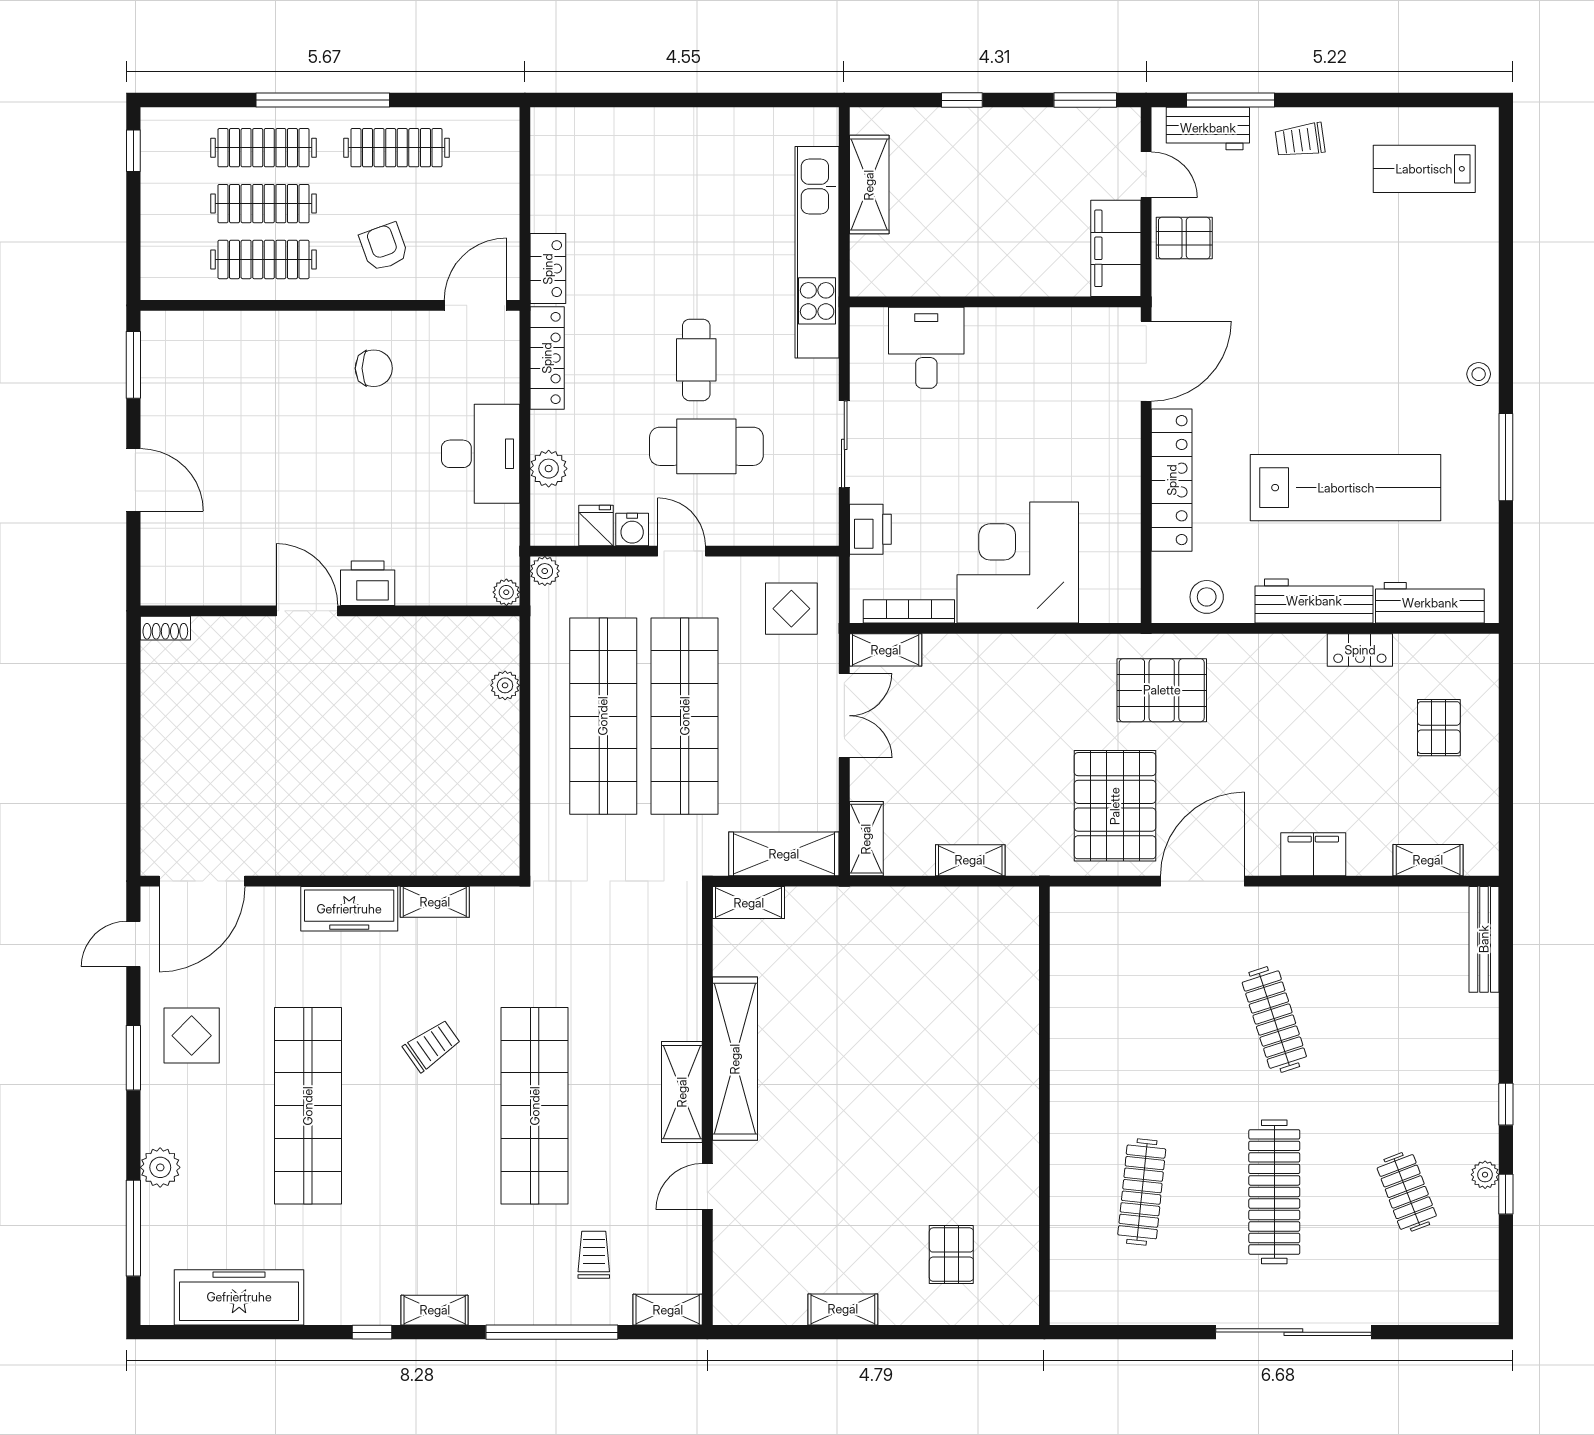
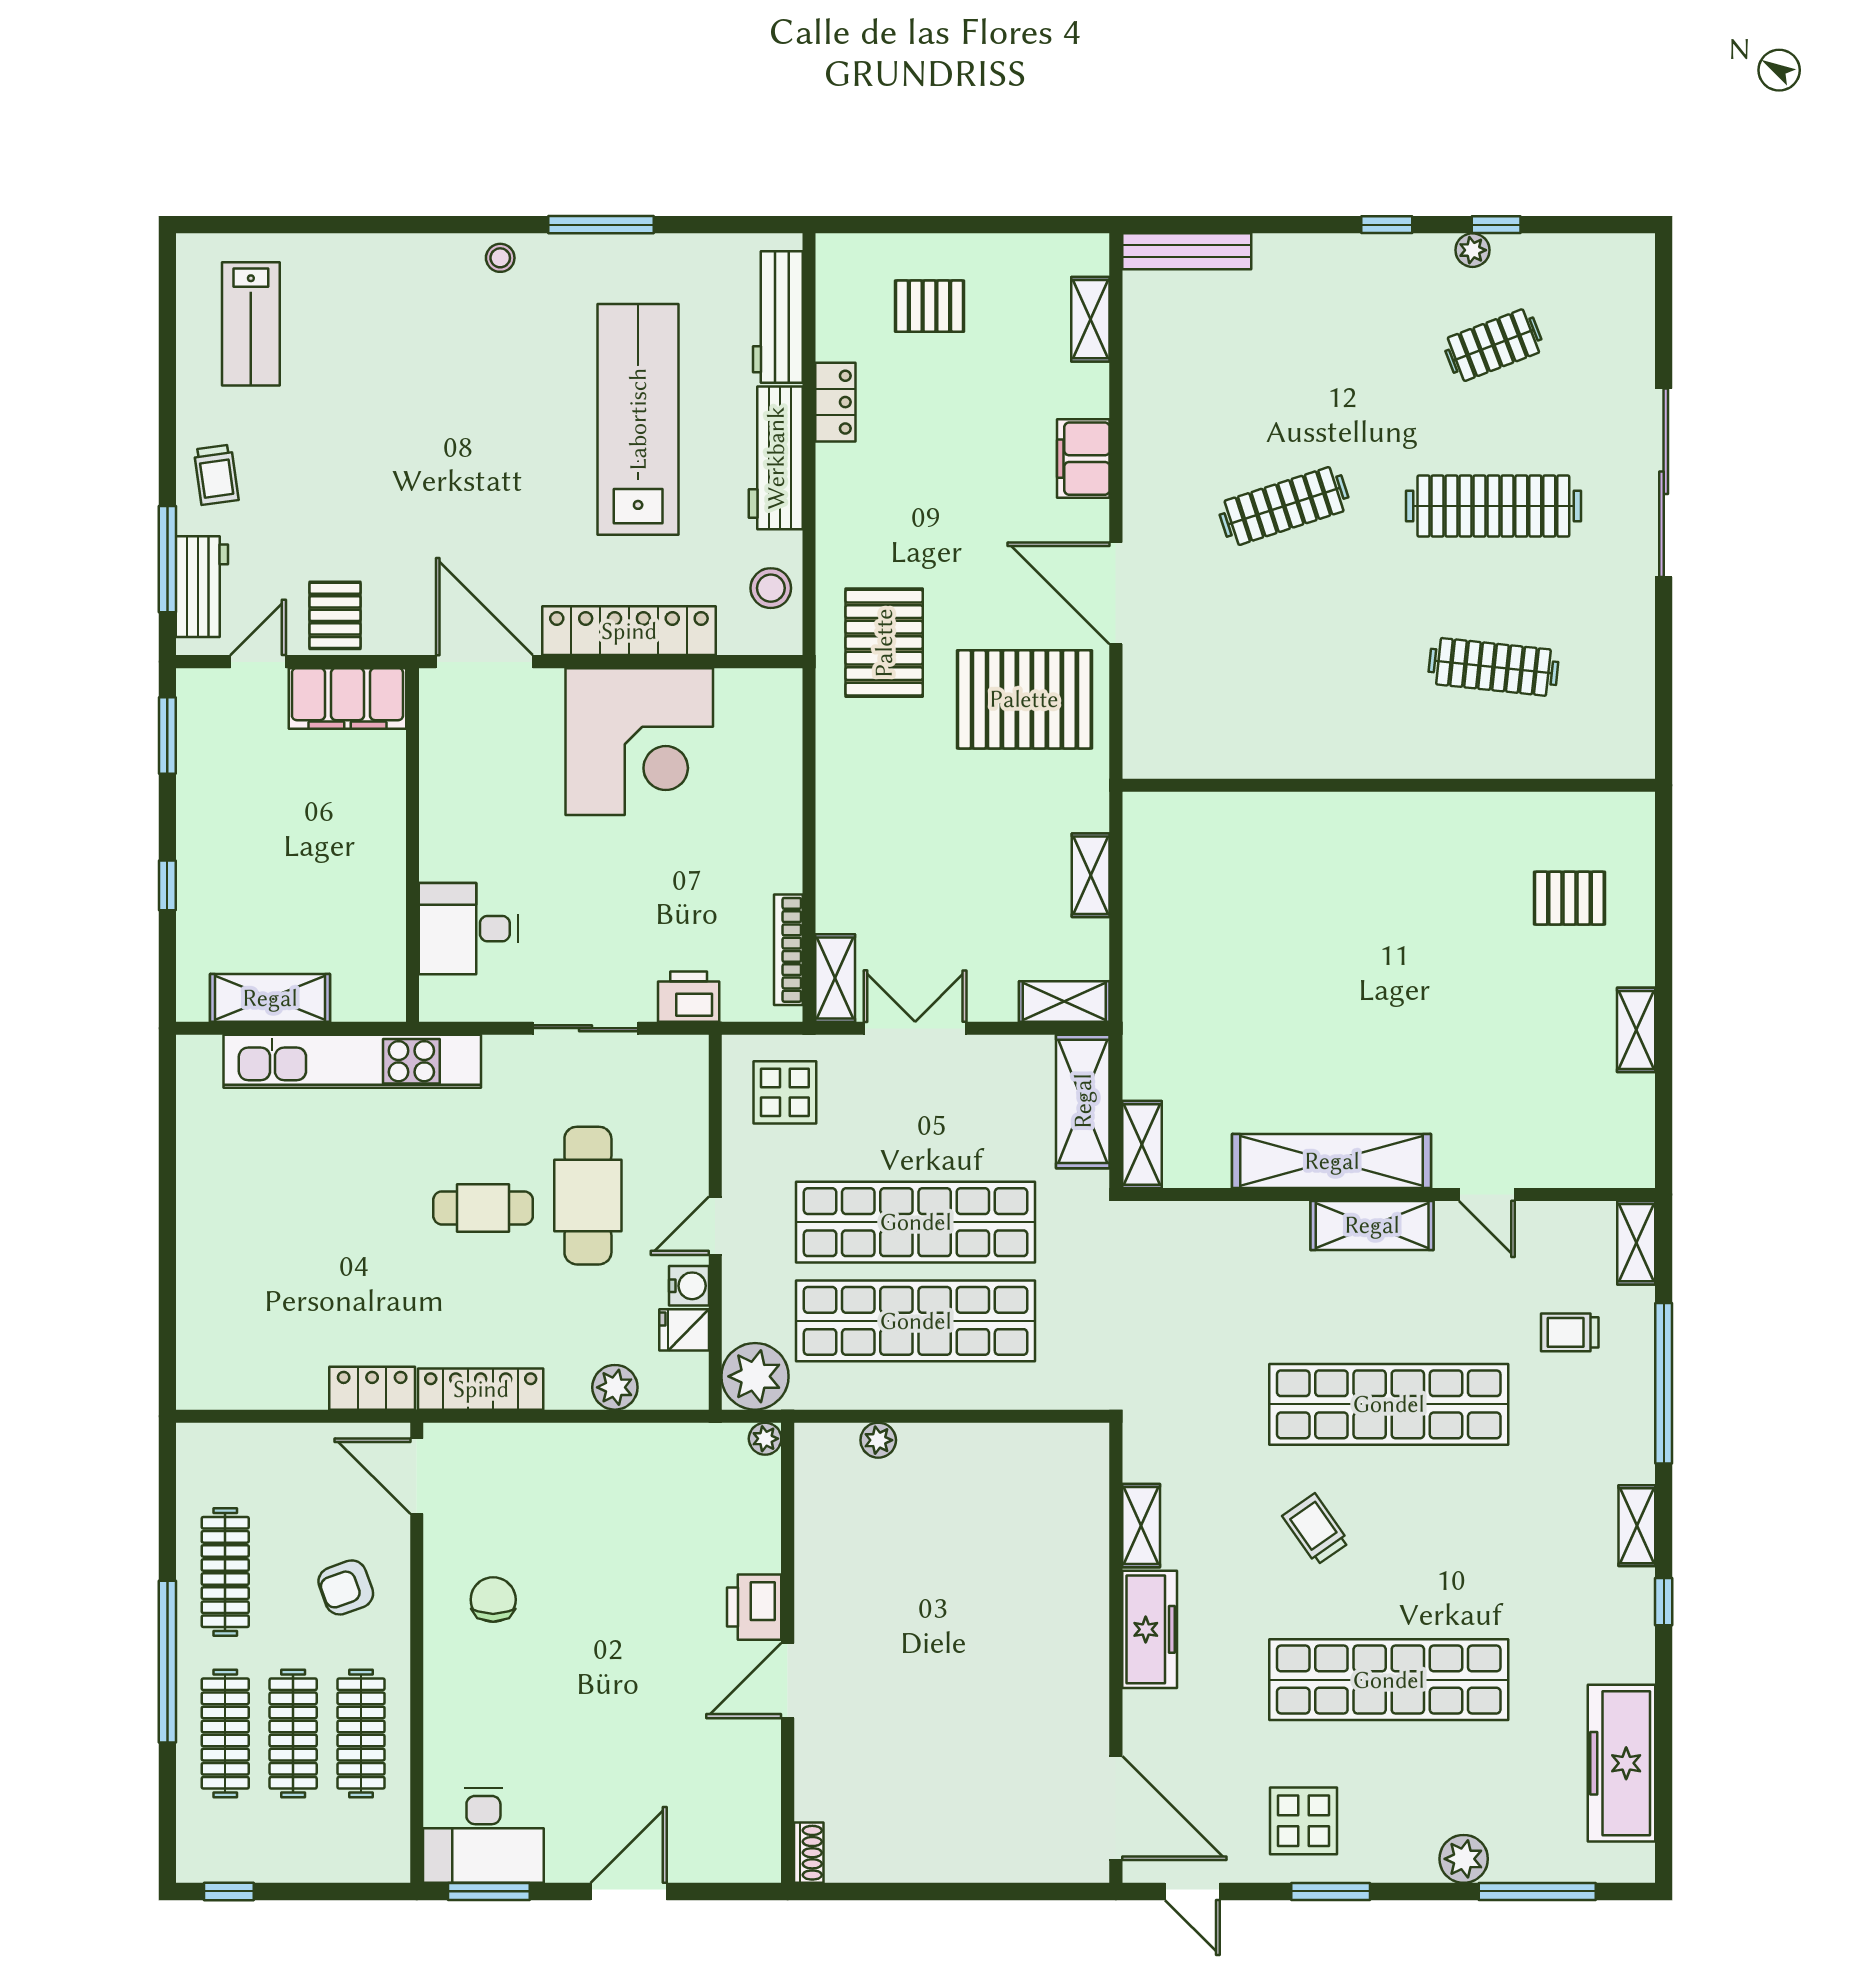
desk: (481, 454) -> (483, 1836), moved, turned 180
corner desk: (1018, 562) -> (639, 742), moved, turned -90
plant: (545, 571) -> (755, 1376), width x1.88, depth x1.88

